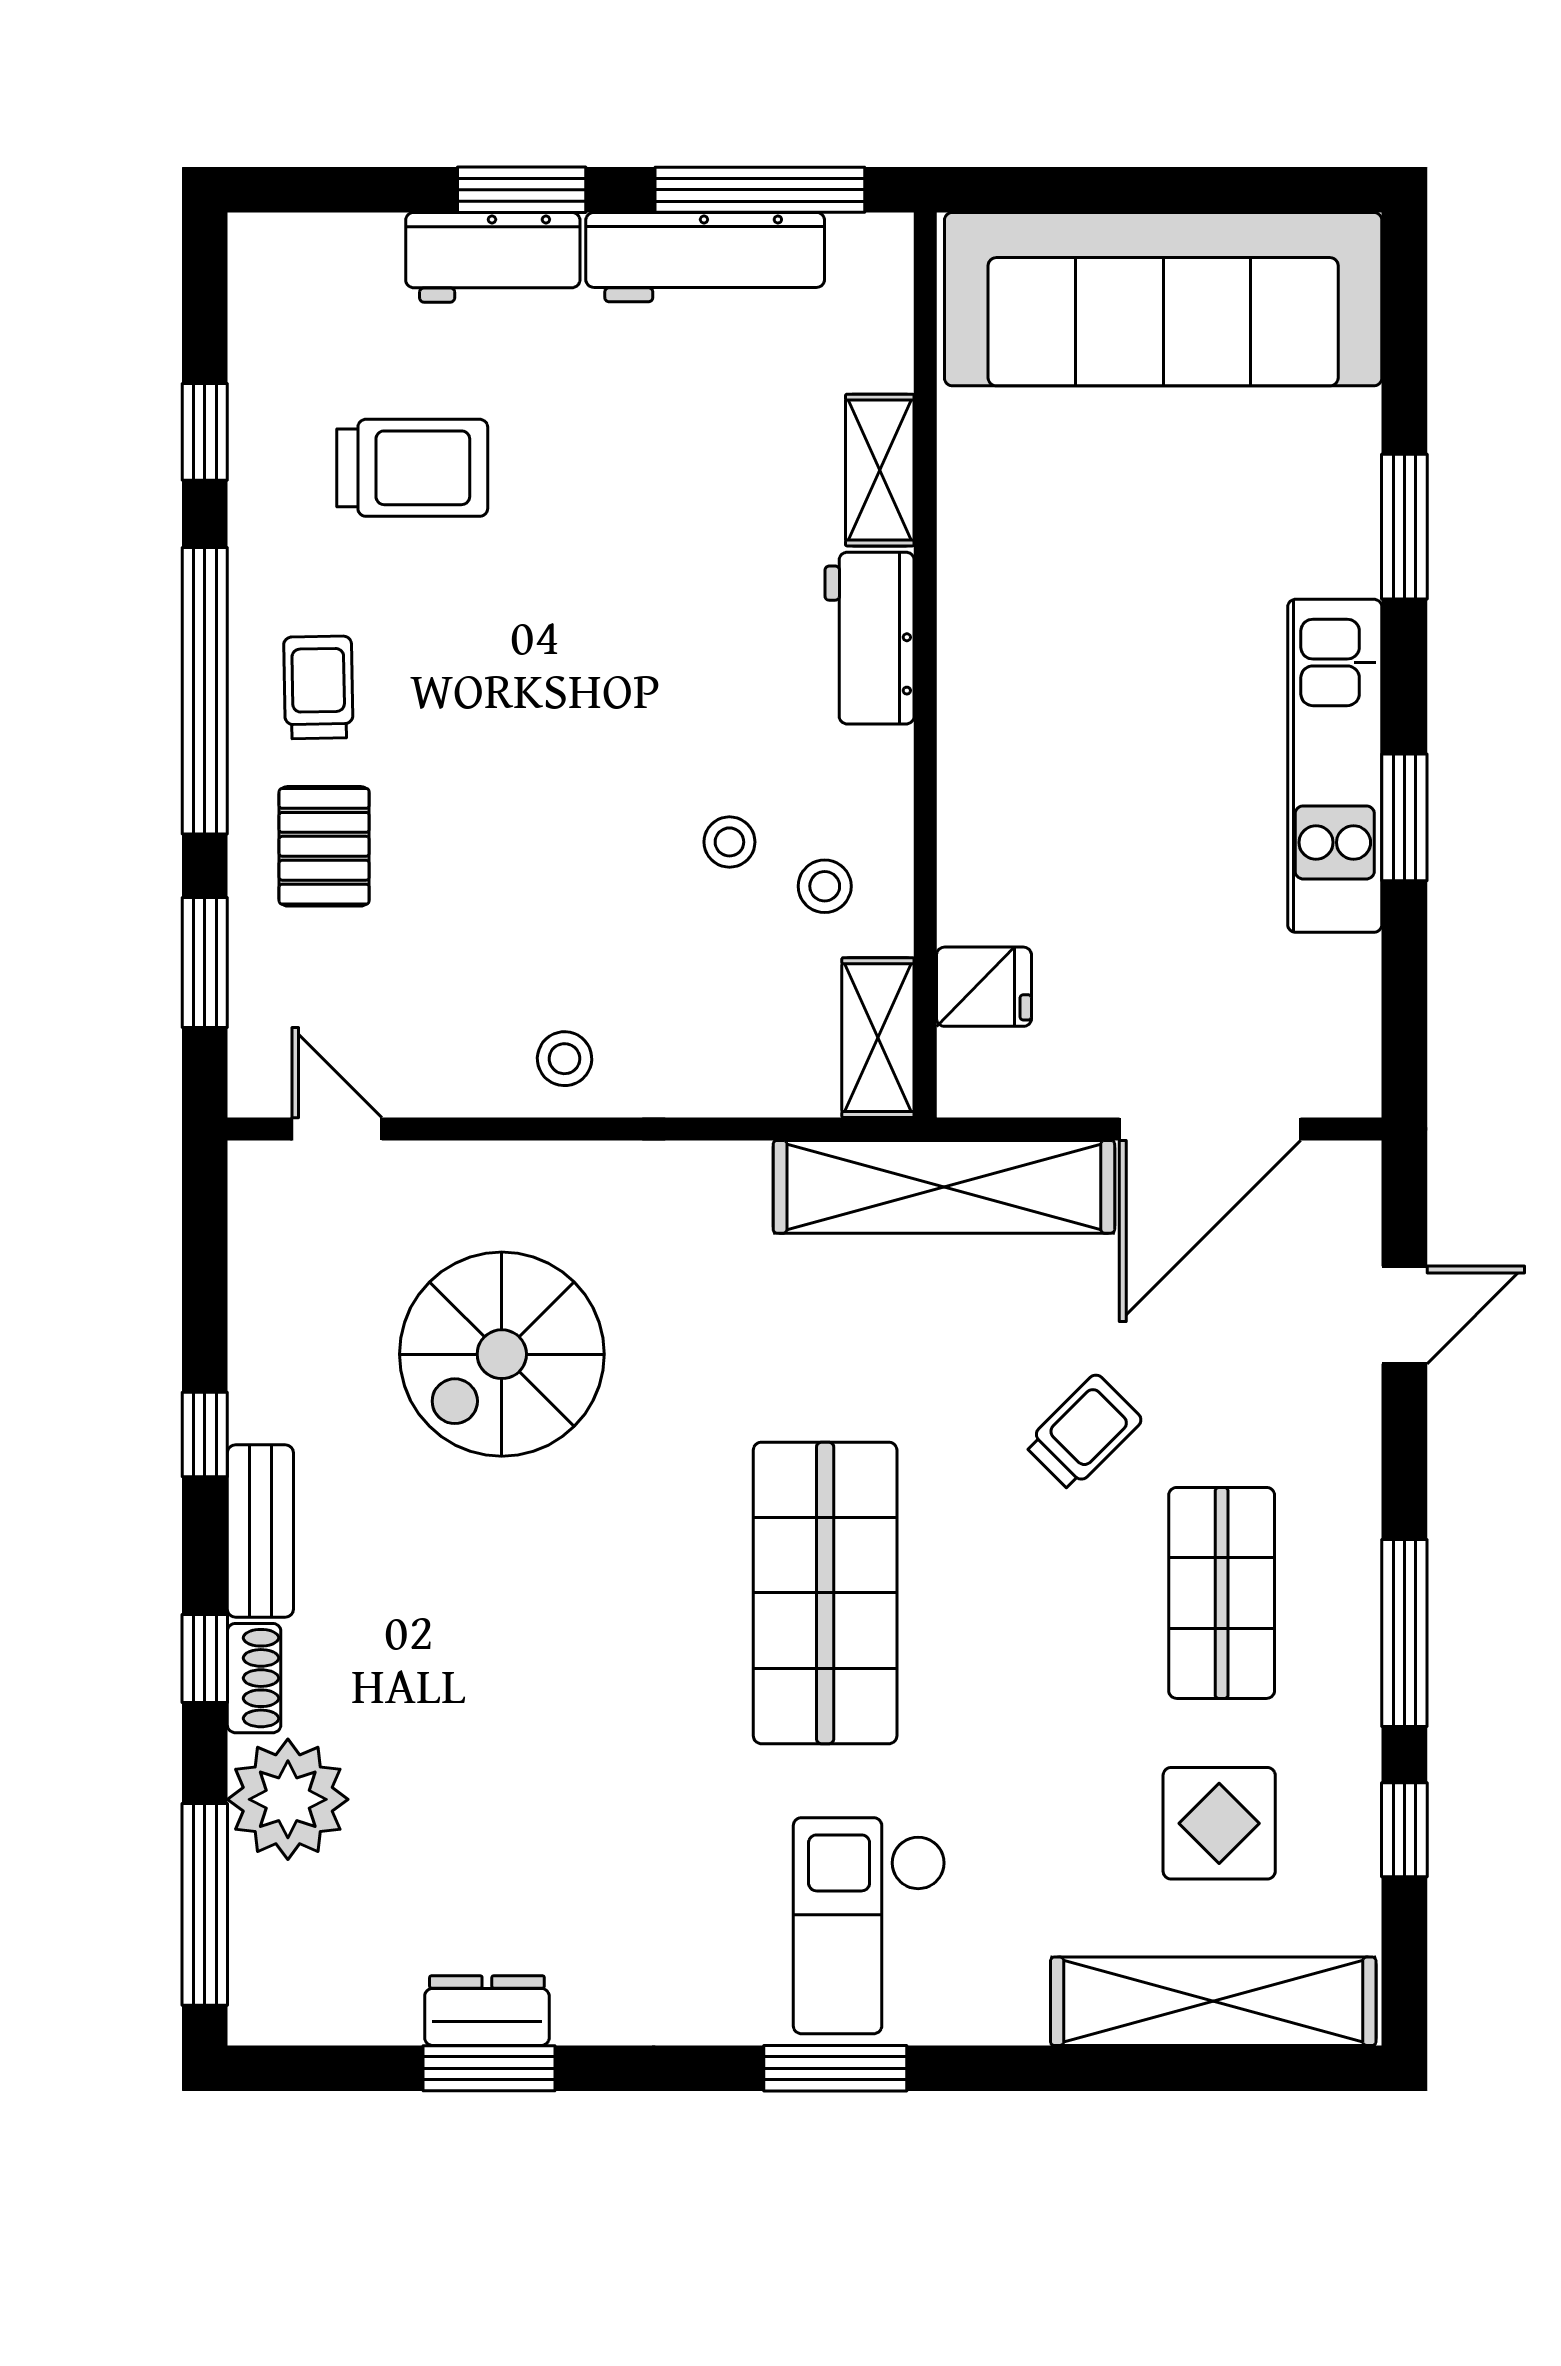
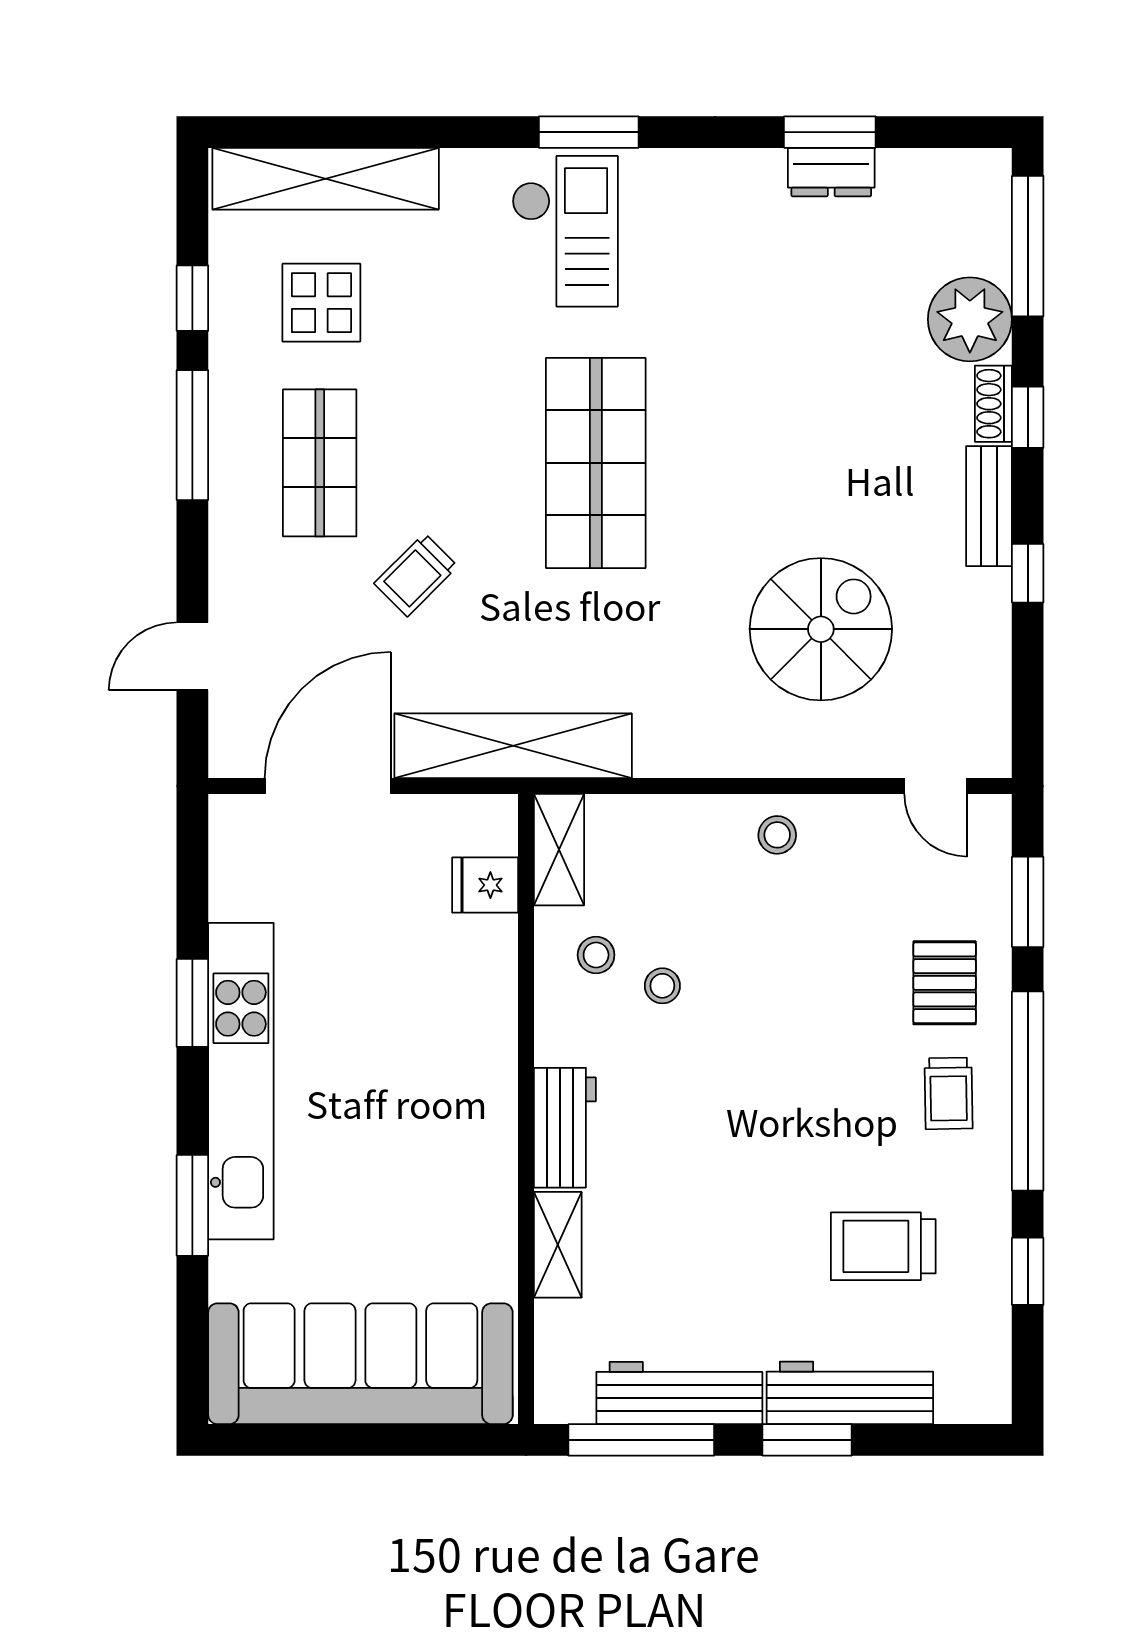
workbench: (493, 257) -> (850, 1393), width x1.38
kitchen unit: (1335, 766) -> (241, 1081), width x1.36

